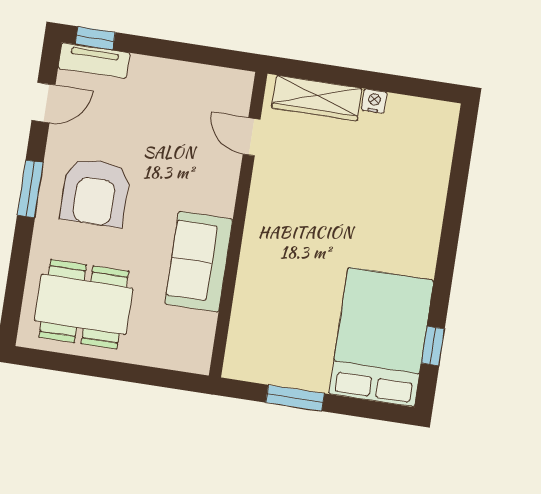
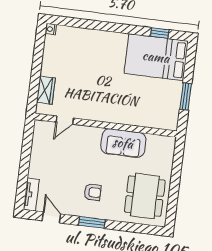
window: (95, 38) -> (21, 194), removed
wardrobe: (317, 98) -> (46, 90), width x0.67
nightstand: (374, 101) -> (51, 29), moved
armchair: (95, 192) -> (93, 192), width x0.53, depth x0.53

